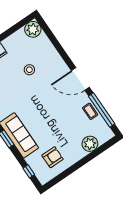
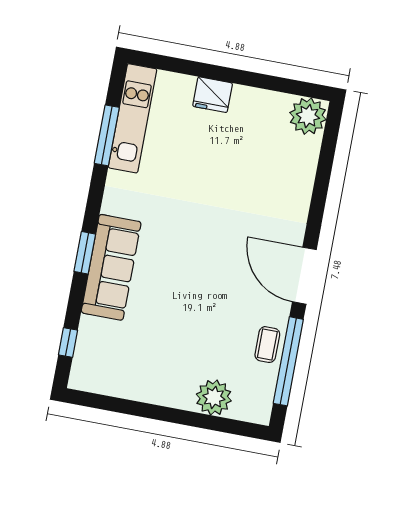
stool: (29, 70) -> (236, 177), removed
armchair: (53, 157) -> (130, 358), removed

